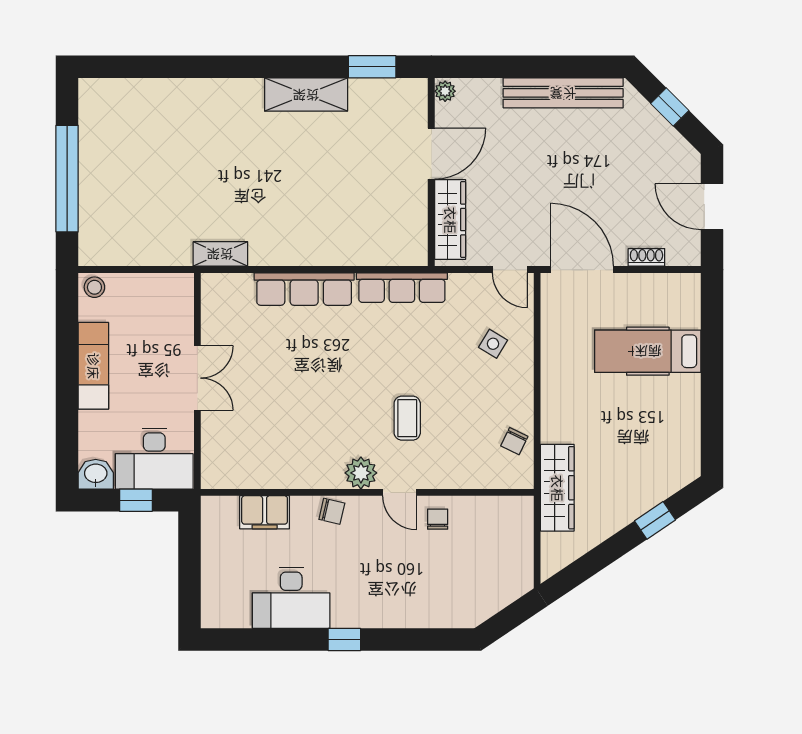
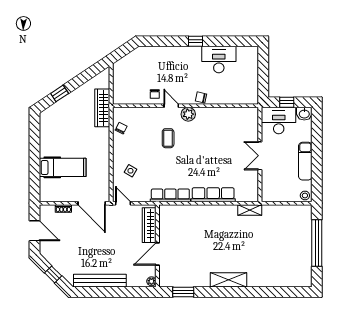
shelving: (306, 95) -> (228, 280), moved
filing cabinet: (265, 512) -> (230, 97), removed

